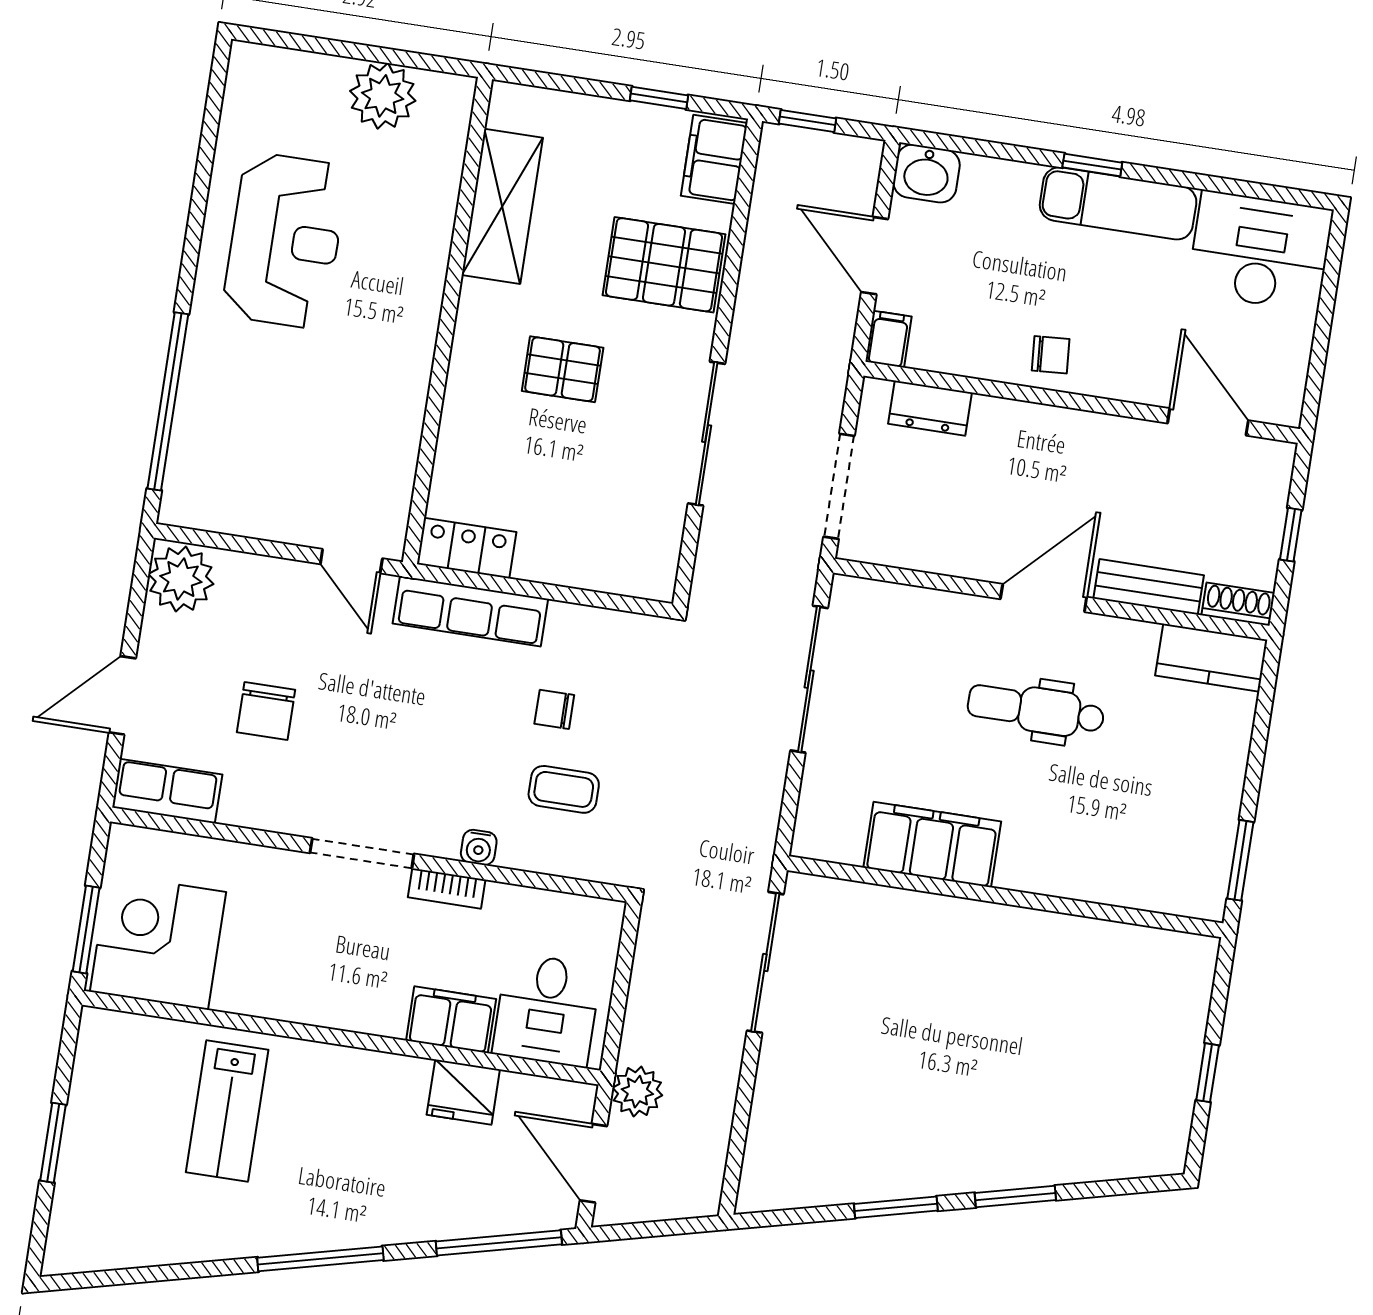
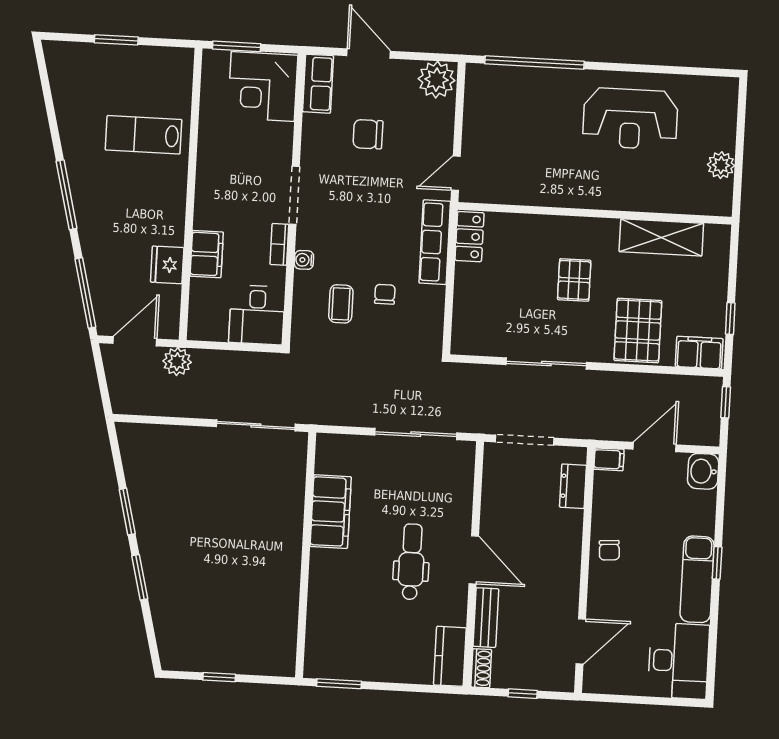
plant: (383, 96) -> (721, 165), width x0.73, depth x0.73
corner desk: (158, 942) -> (263, 86), moved, turned 180
desk: (547, 1010) -> (257, 315), moved, turned -90

